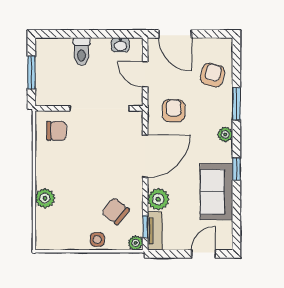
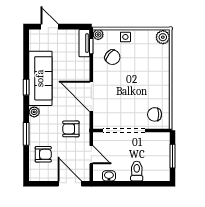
armchair: (212, 75) -> (43, 154), turned -105
armchair: (174, 111) -> (71, 129), turned 90
door: (145, 156) -> (91, 96), hinge flipped
sofa: (216, 192) -> (40, 78), width x1.36
plant: (45, 198) -> (163, 37), moved
plant: (158, 199) -> (82, 66), removed
door: (204, 254) -> (50, 27), swing flipped

